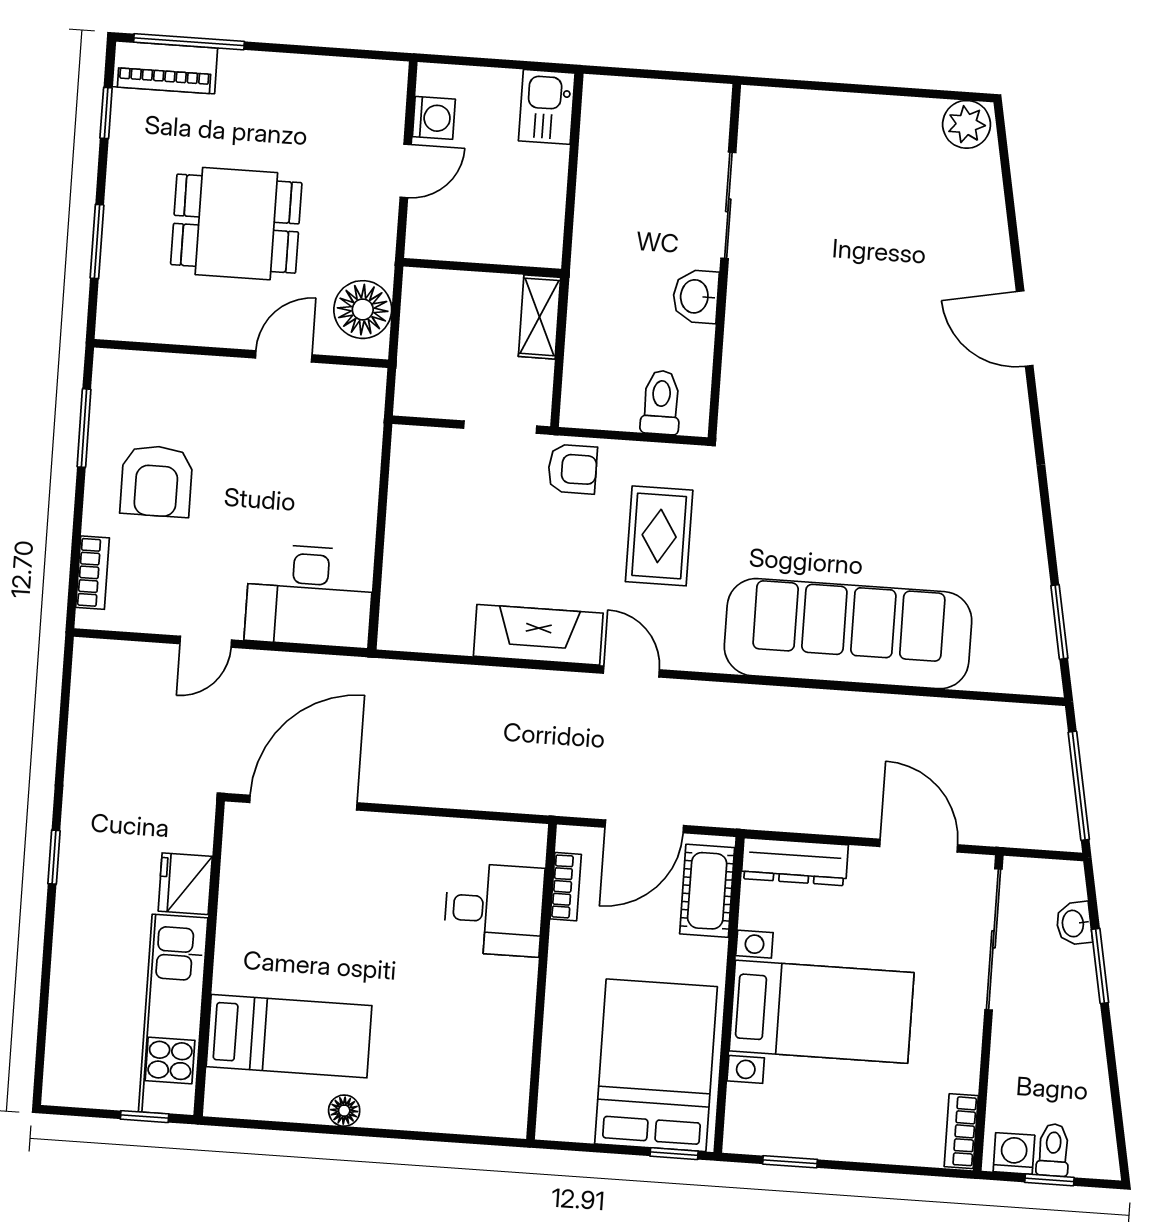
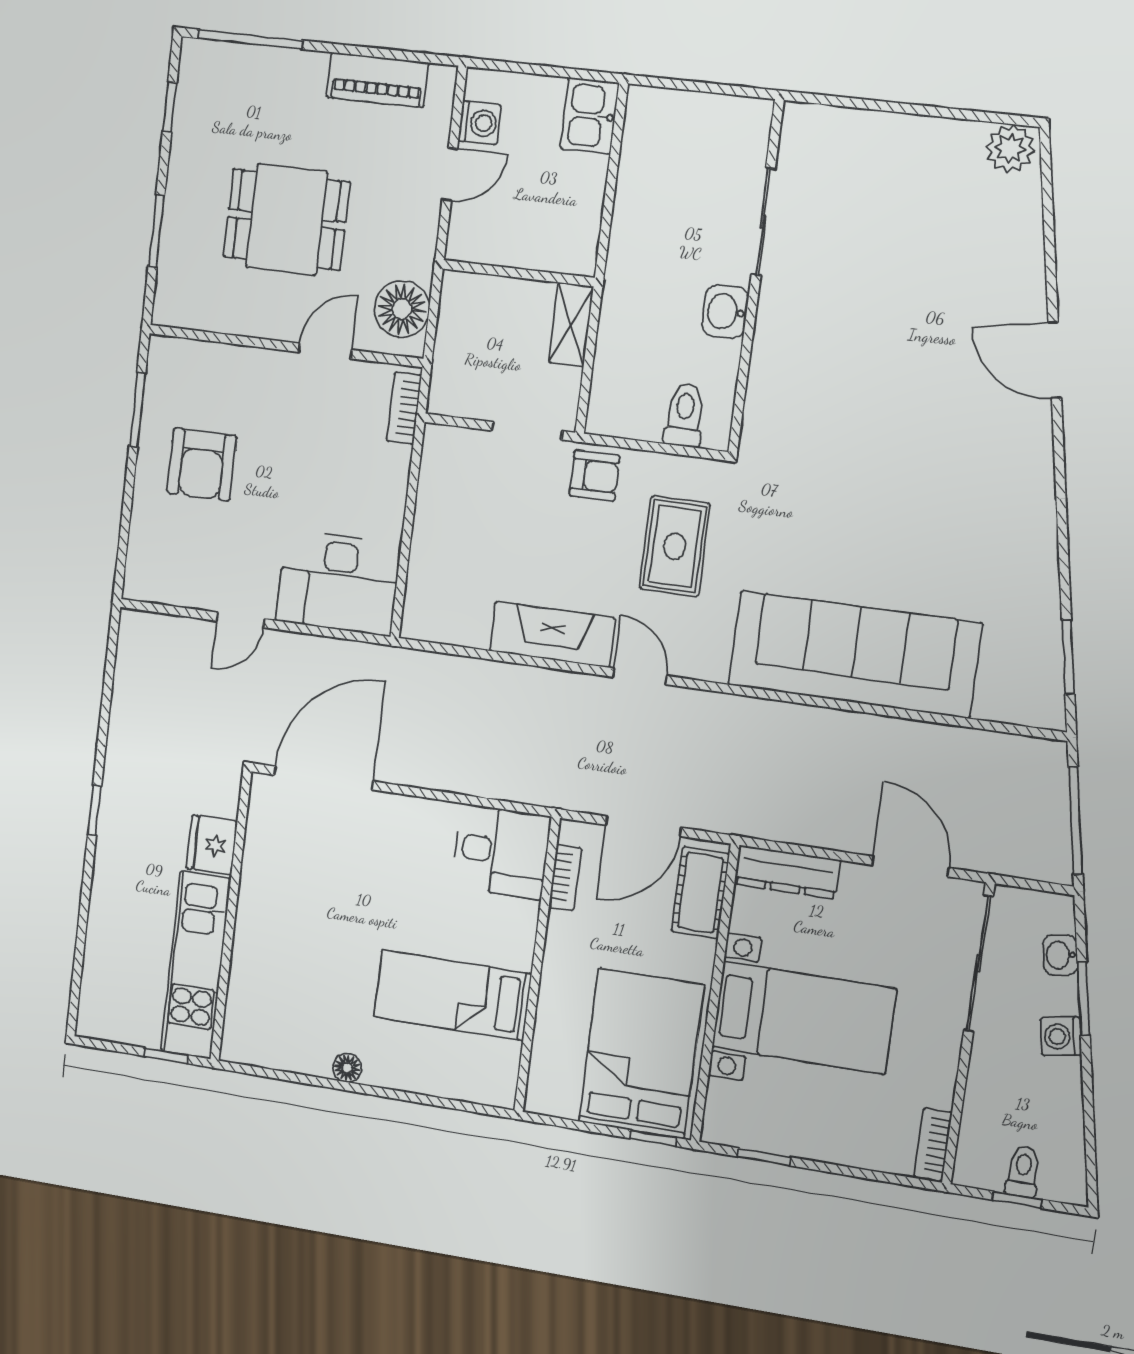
piano: (165, 67) -> (378, 80), moved
bookcase: (93, 573) -> (404, 408), moved, turned 180
desk: (494, 910) -> (501, 852), moved
bed: (289, 1036) -> (453, 995), moved, turned 180
washing machine: (1014, 1153) -> (1061, 1037), moved, turned -101

